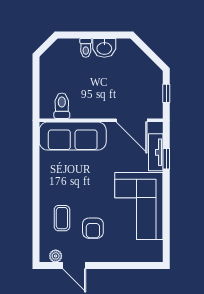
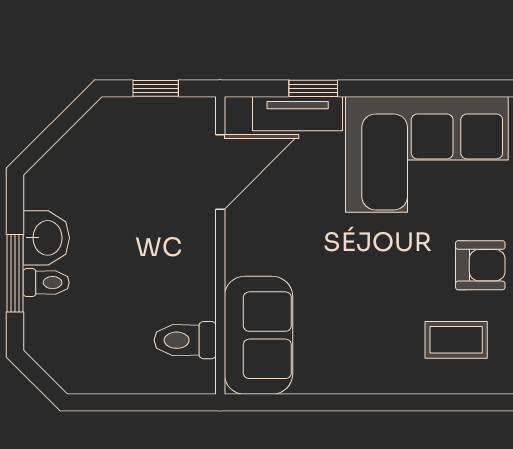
window: (90, 35) -> (15, 273), added
sofa: (73, 136) -> (258, 335), width x0.73

